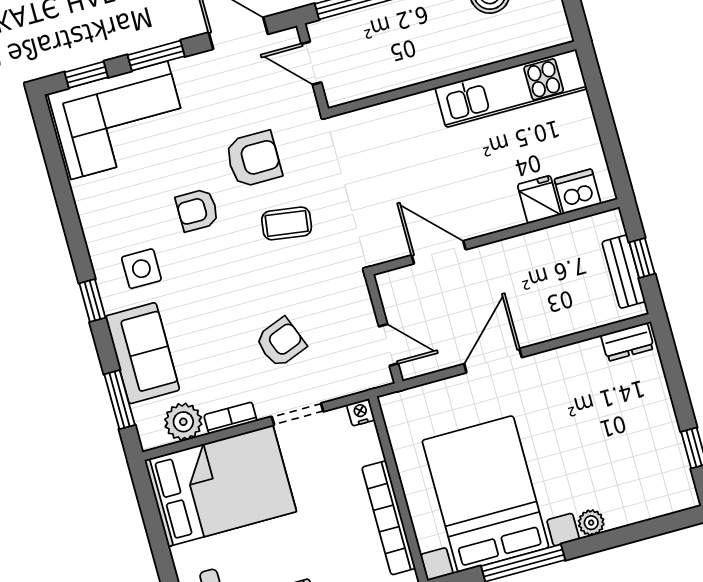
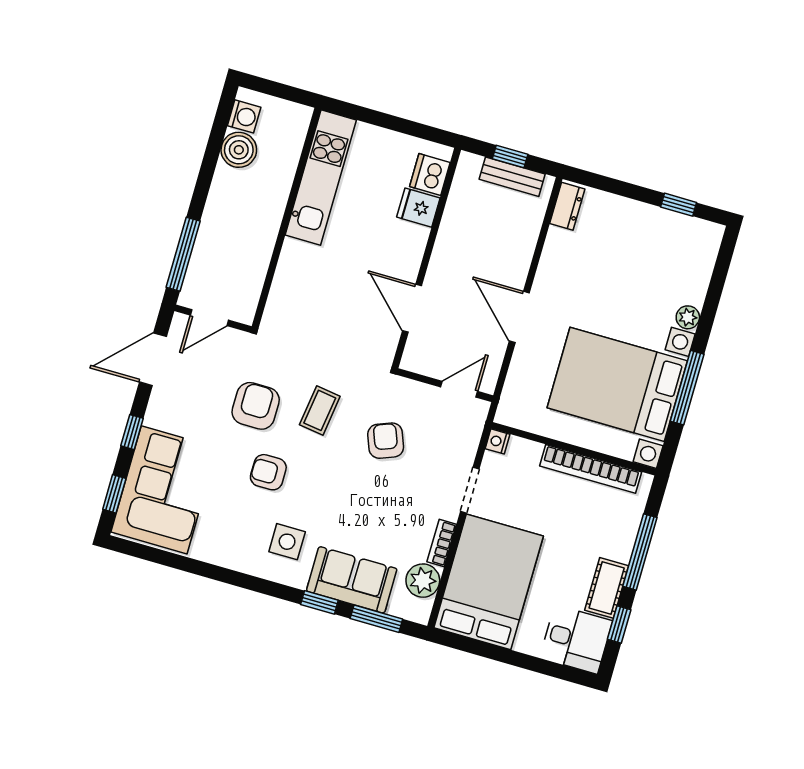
window: (156, 56) -> (132, 432), width x0.67
armchair: (197, 210) -> (268, 472), turned 90
door: (439, 252) -> (412, 308), hinge flipped
window: (92, 301) -> (319, 602), moved
armchair: (281, 342) -> (386, 441), moved

